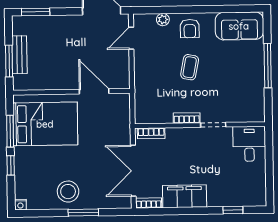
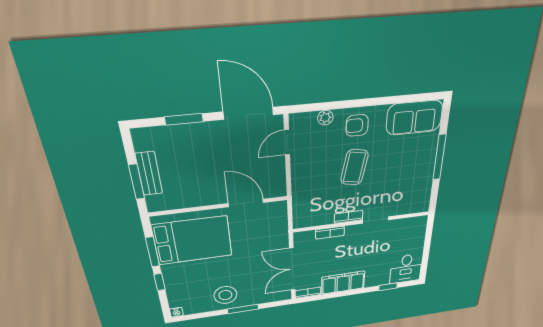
window: (36, 12) -> (184, 119), moved
armchair: (190, 29) -> (357, 125), turned 90
coffee table: (190, 67) -> (354, 167), width x1.36, depth x1.30
bookcase: (151, 133) -> (330, 233), moved
desk: (249, 144) -> (406, 269), moved, turned 180

